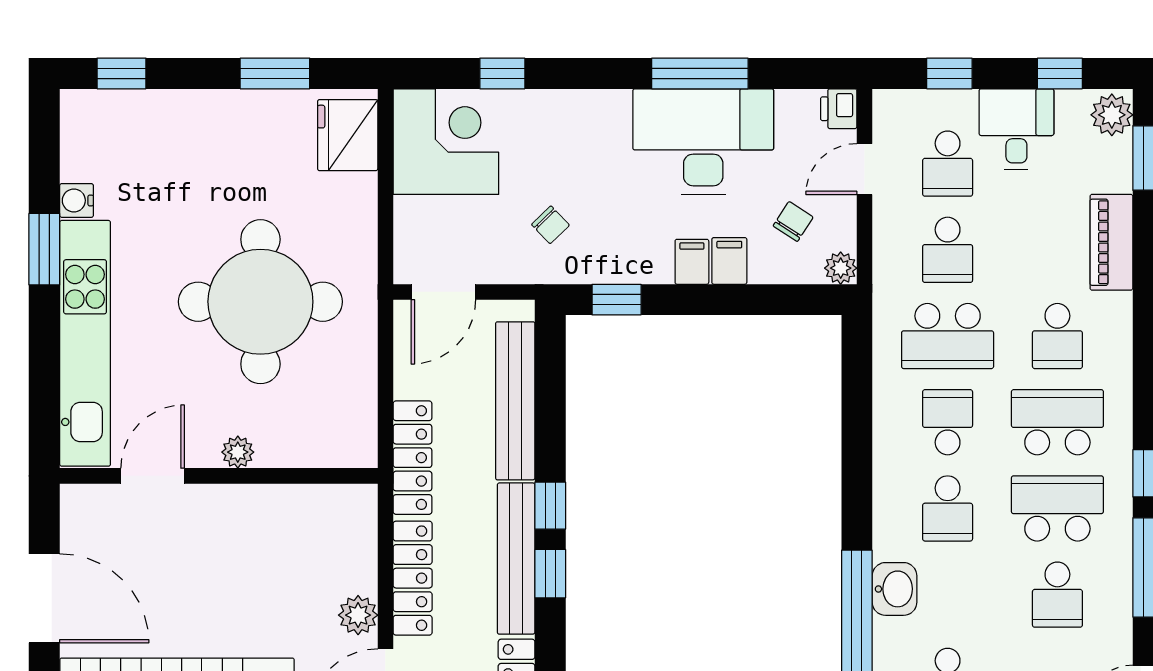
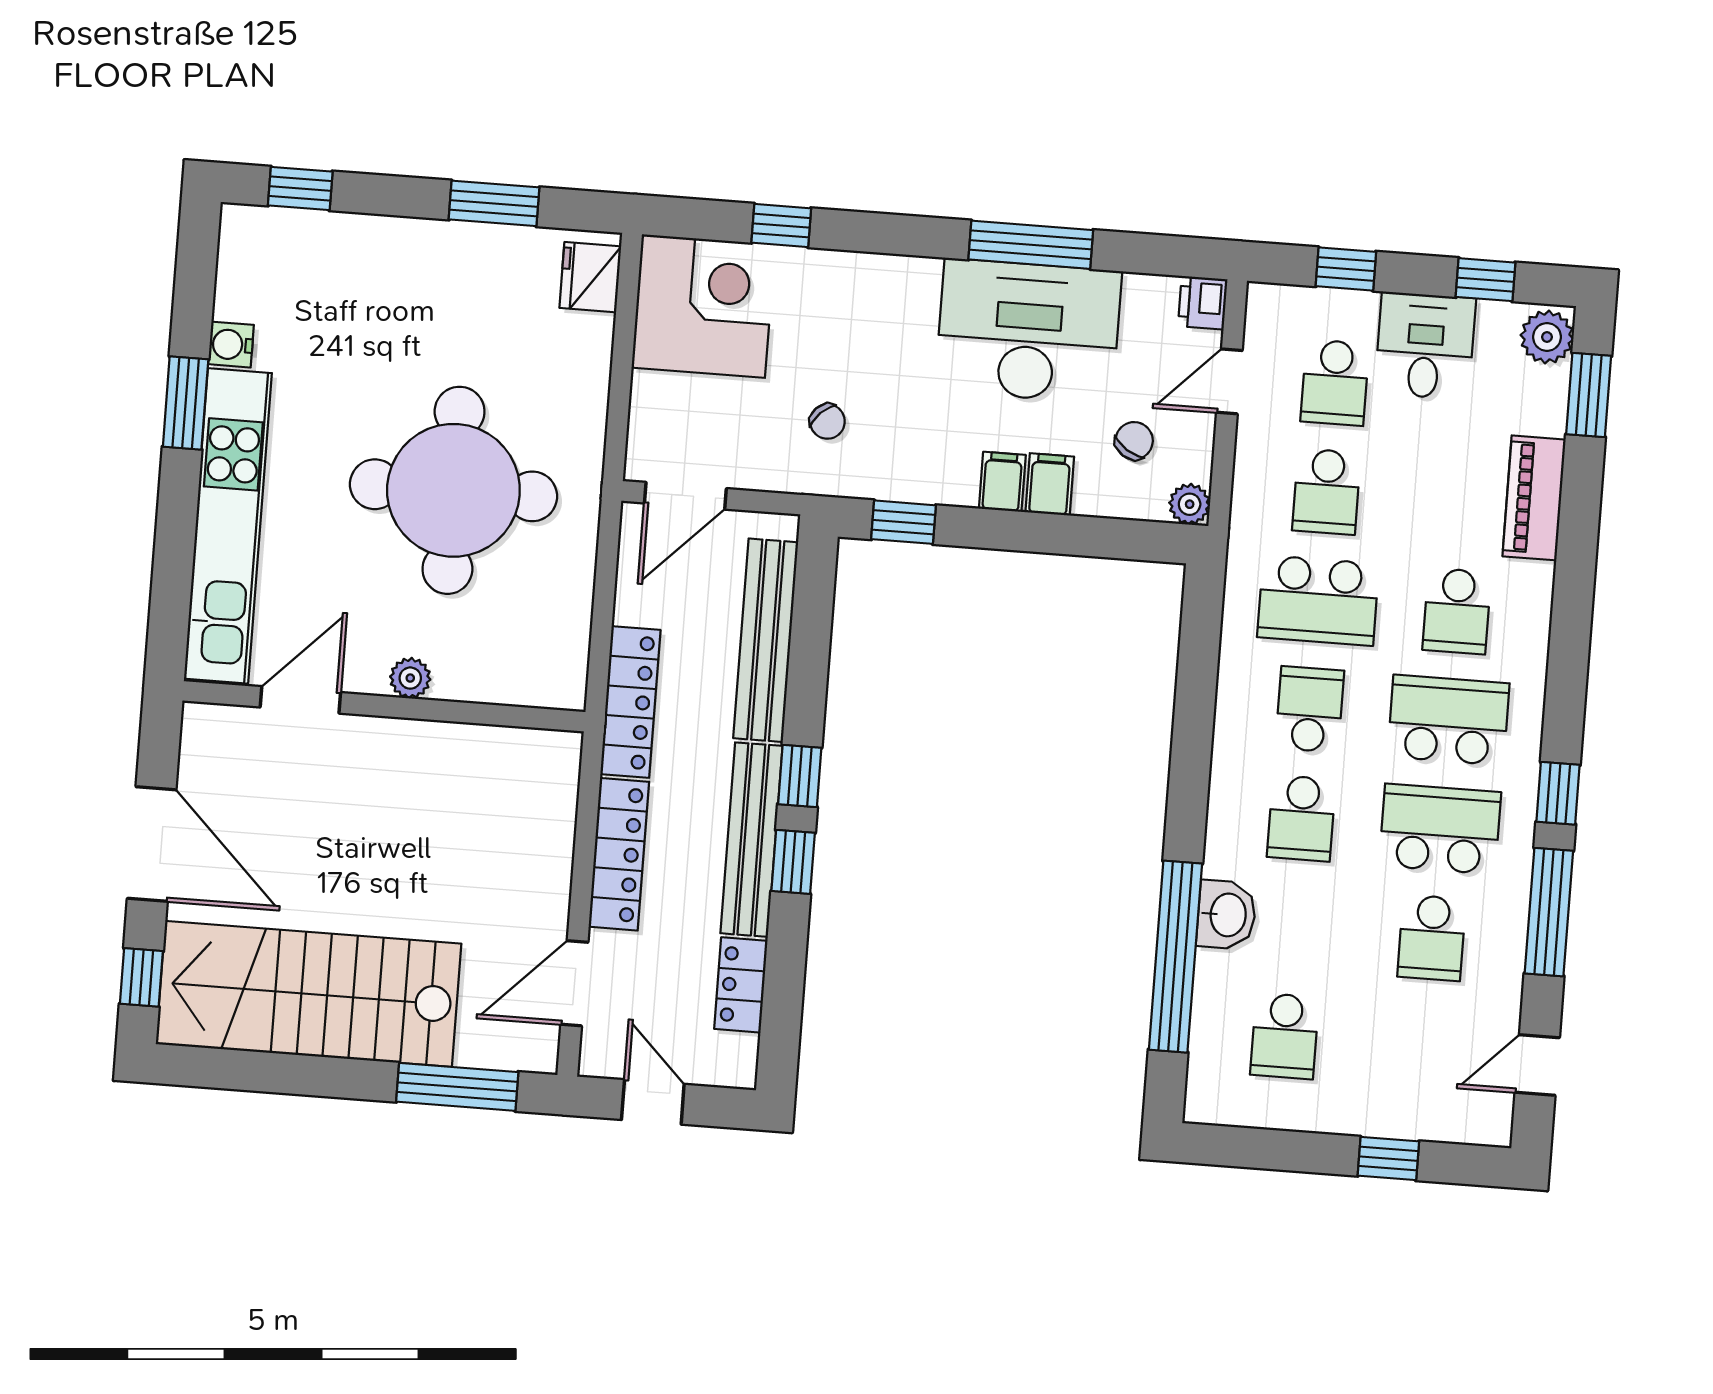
fridge: (348, 135) -> (590, 277), width x0.73, depth x0.75
plant: (358, 615) -> (546, 896), removed

